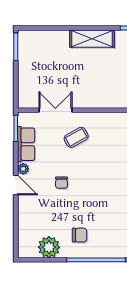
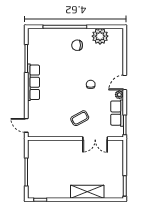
shelving: (92, 39) -> (87, 192), moved
door: (16, 185) -> (125, 83), hinge flipped

